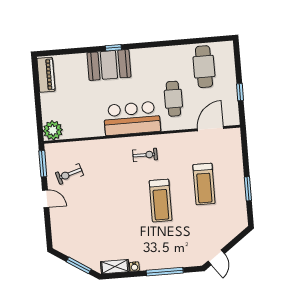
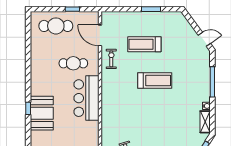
cafe table: (204, 67) -> (56, 26), moved
exercise bike: (145, 155) -> (111, 59), moved
treadmill: (204, 184) -> (144, 44), turned 180

